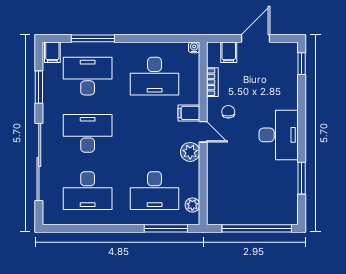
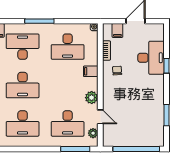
window: (93, 38) -> (39, 21), moved
window: (302, 64) -> (167, 66), moved
door: (203, 132) -> (100, 117), moved
desk: (88, 133) -> (23, 85), turned 180
desk: (279, 135) -> (151, 58), moved

